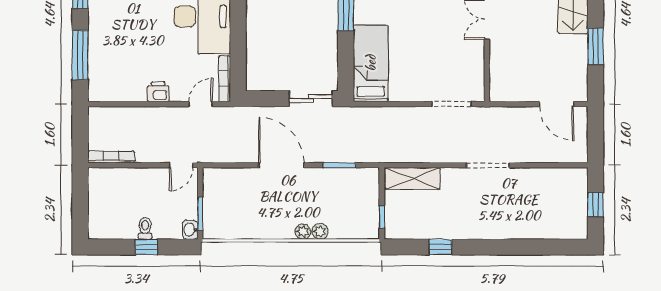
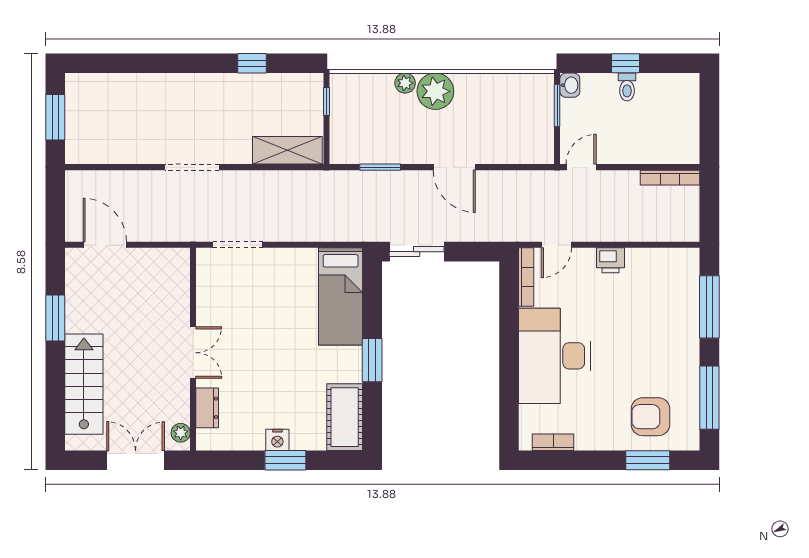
door: (281, 165) -> (454, 167), width x0.73
window: (595, 204) -> (55, 117), width x1.50
plant: (303, 232) -> (435, 91), width x1.88, depth x1.88

